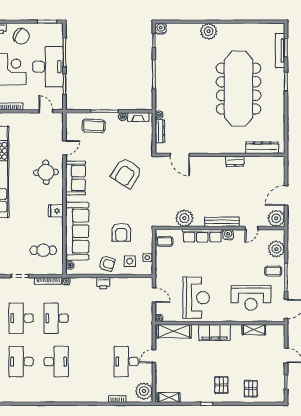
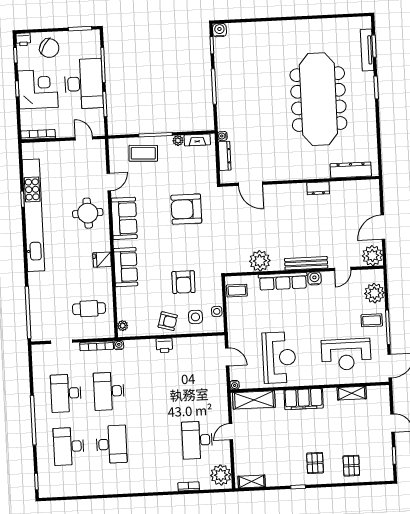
plant: (209, 31) -> (278, 31), removed
armchair: (127, 173) -> (186, 209), turned 57
sofa: (77, 231) -> (126, 267), width x0.54, depth x0.79

